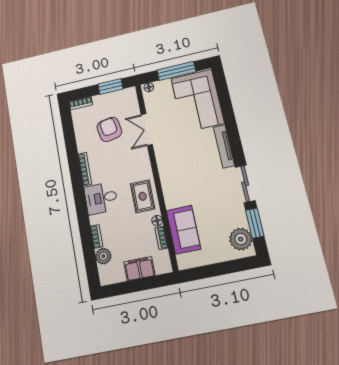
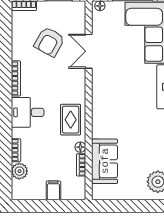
armchair: (109, 129) -> (49, 42), turned -141
filing cabinet: (139, 269) -> (53, 190), width x0.50

